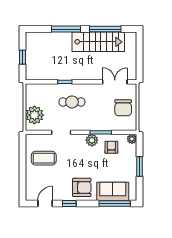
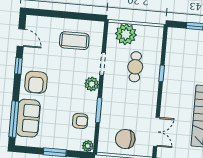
cafe table: (72, 102) -> (135, 67), moved
plant: (92, 140) -> (92, 84), moved
coffee table: (44, 158) -> (74, 41), turned 90

